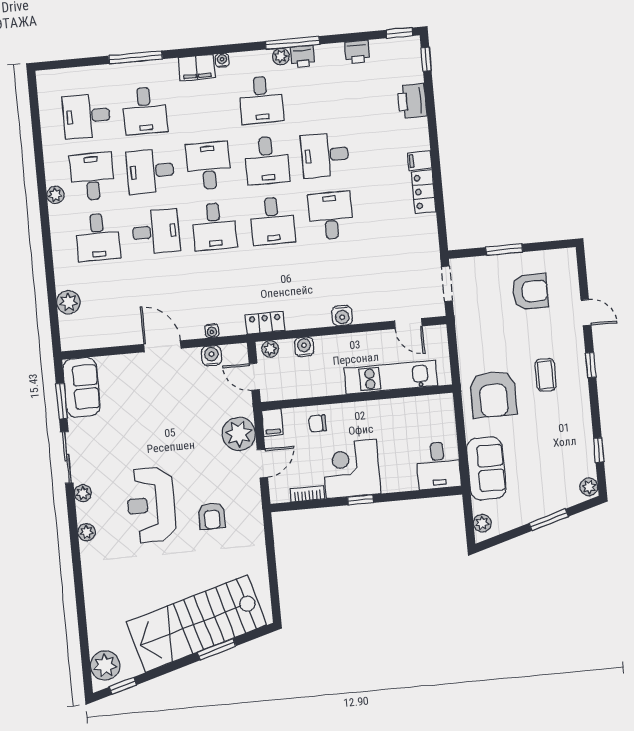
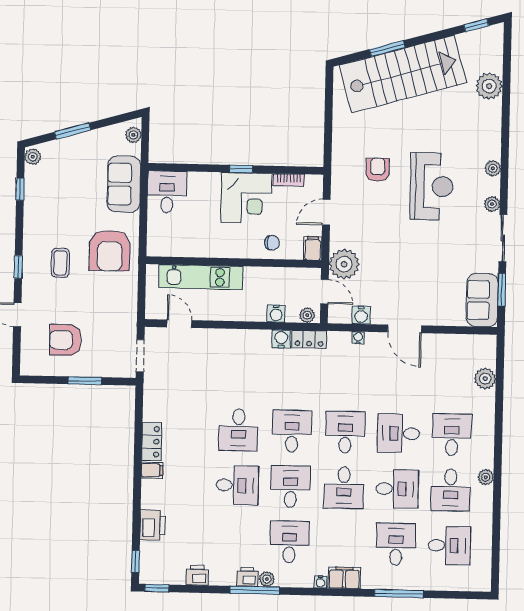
water cooler: (342, 316) -> (281, 339), moved
armchair: (493, 394) -> (110, 251), turned 180
plant: (239, 434) -> (344, 264), moved
plant: (105, 665) -> (489, 86), moved

